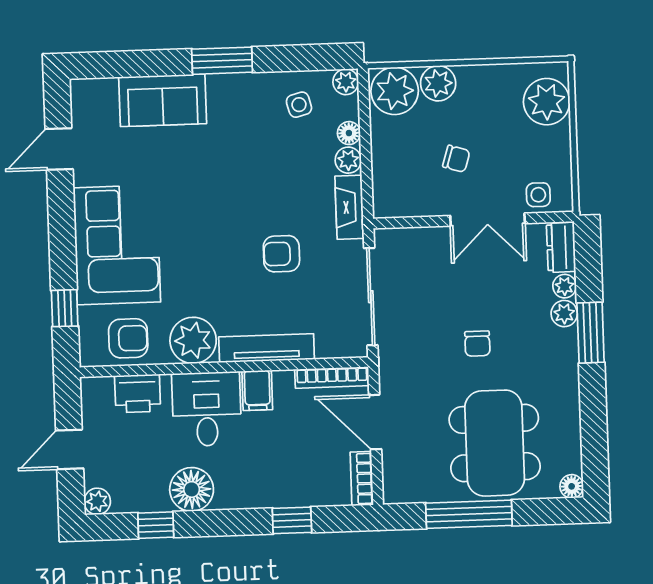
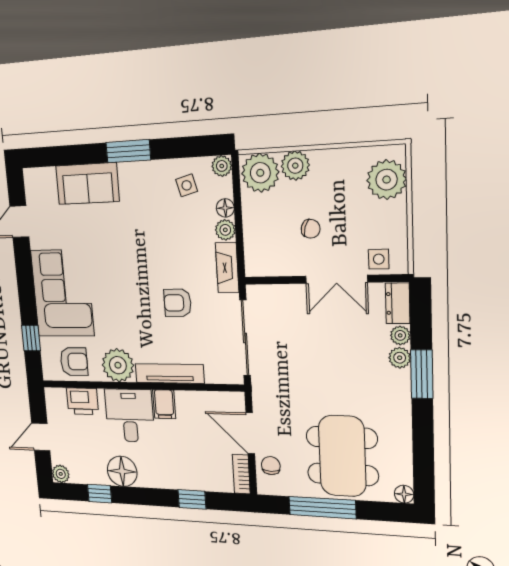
chair: (477, 344) -> (271, 466), moved, turned 180
bookcase: (332, 378) -> (218, 398), removed

